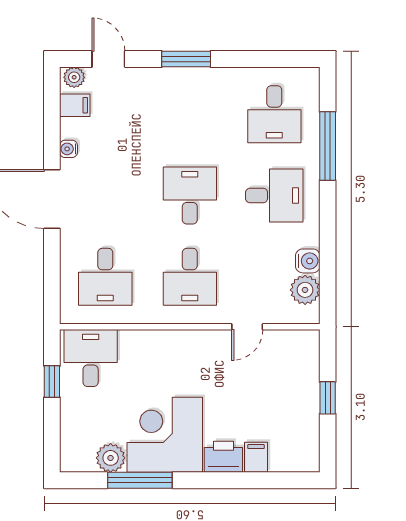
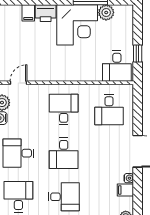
filing cabinet: (75, 105) -> (125, 190), moved
desk: (190, 114) -> (64, 197), added
desk: (105, 277) -> (109, 110), turned 180
door: (247, 327) -> (18, 83), moved

